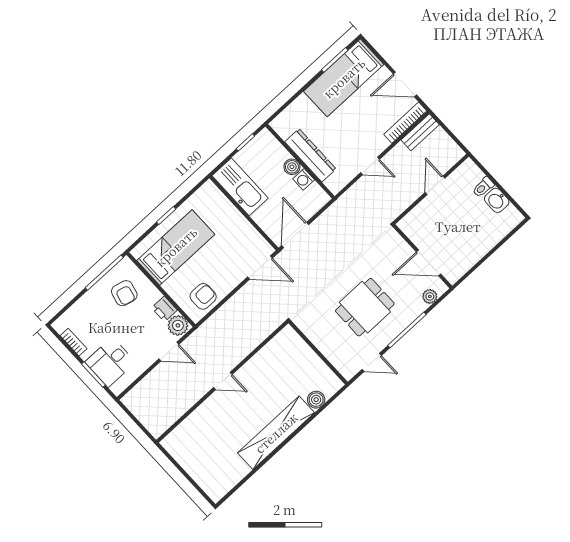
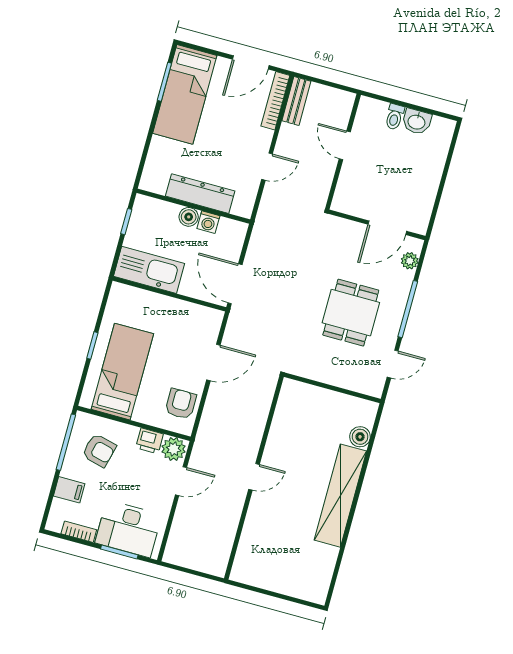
door: (260, 268) -> (213, 363), moved
filing cabinet: (85, 308) -> (69, 490), added
desk: (110, 362) -> (128, 529), width x1.37

